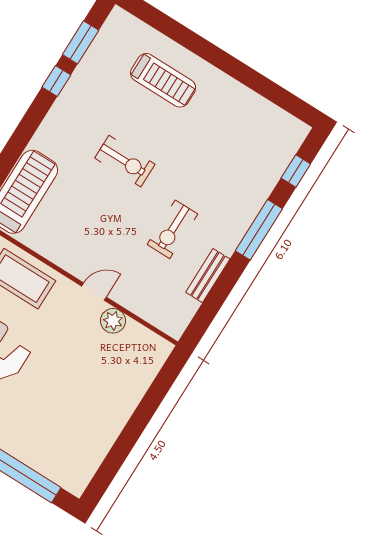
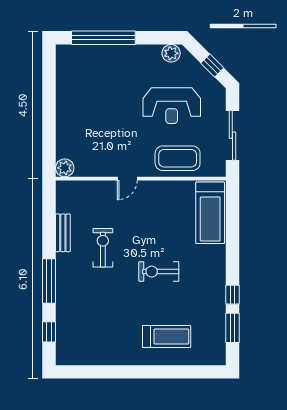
treadmill: (163, 80) -> (167, 336), turned 180
plant: (113, 321) -> (65, 168), moved

